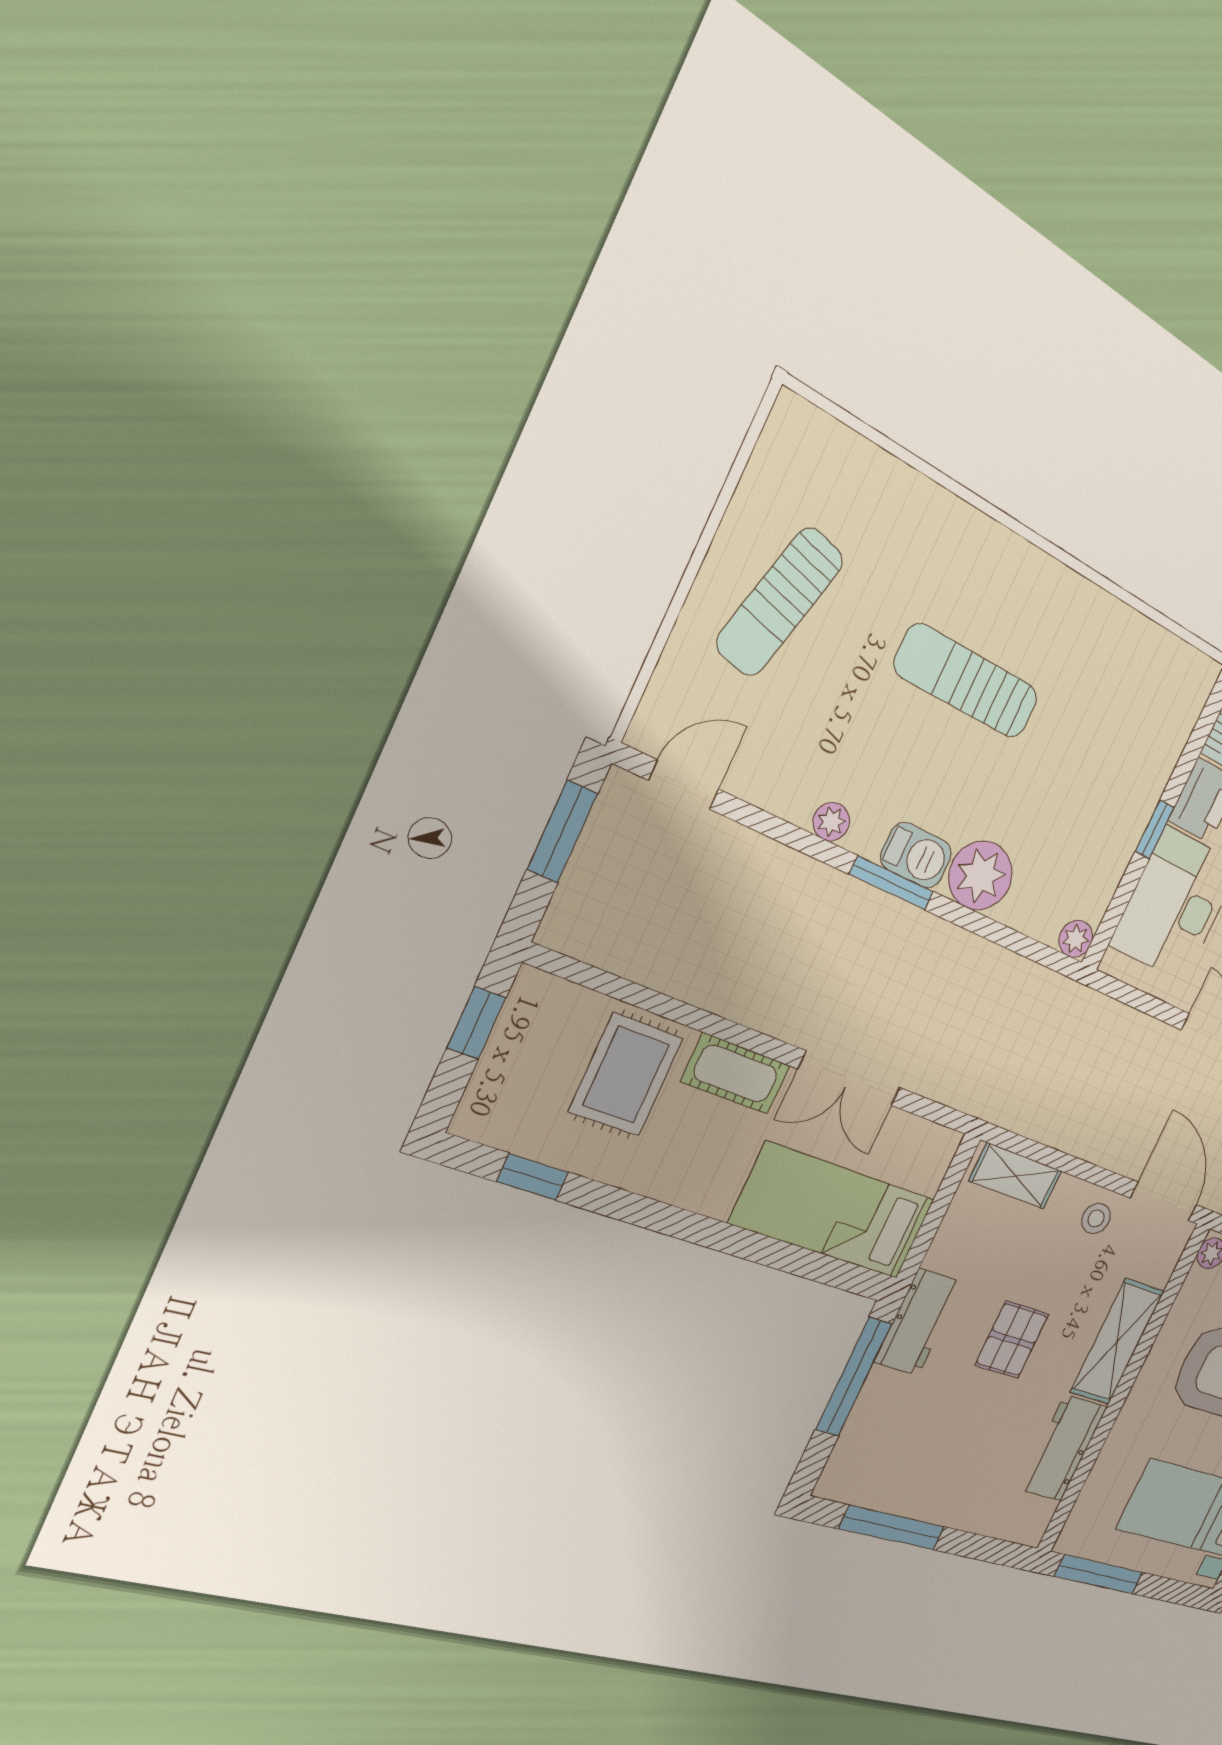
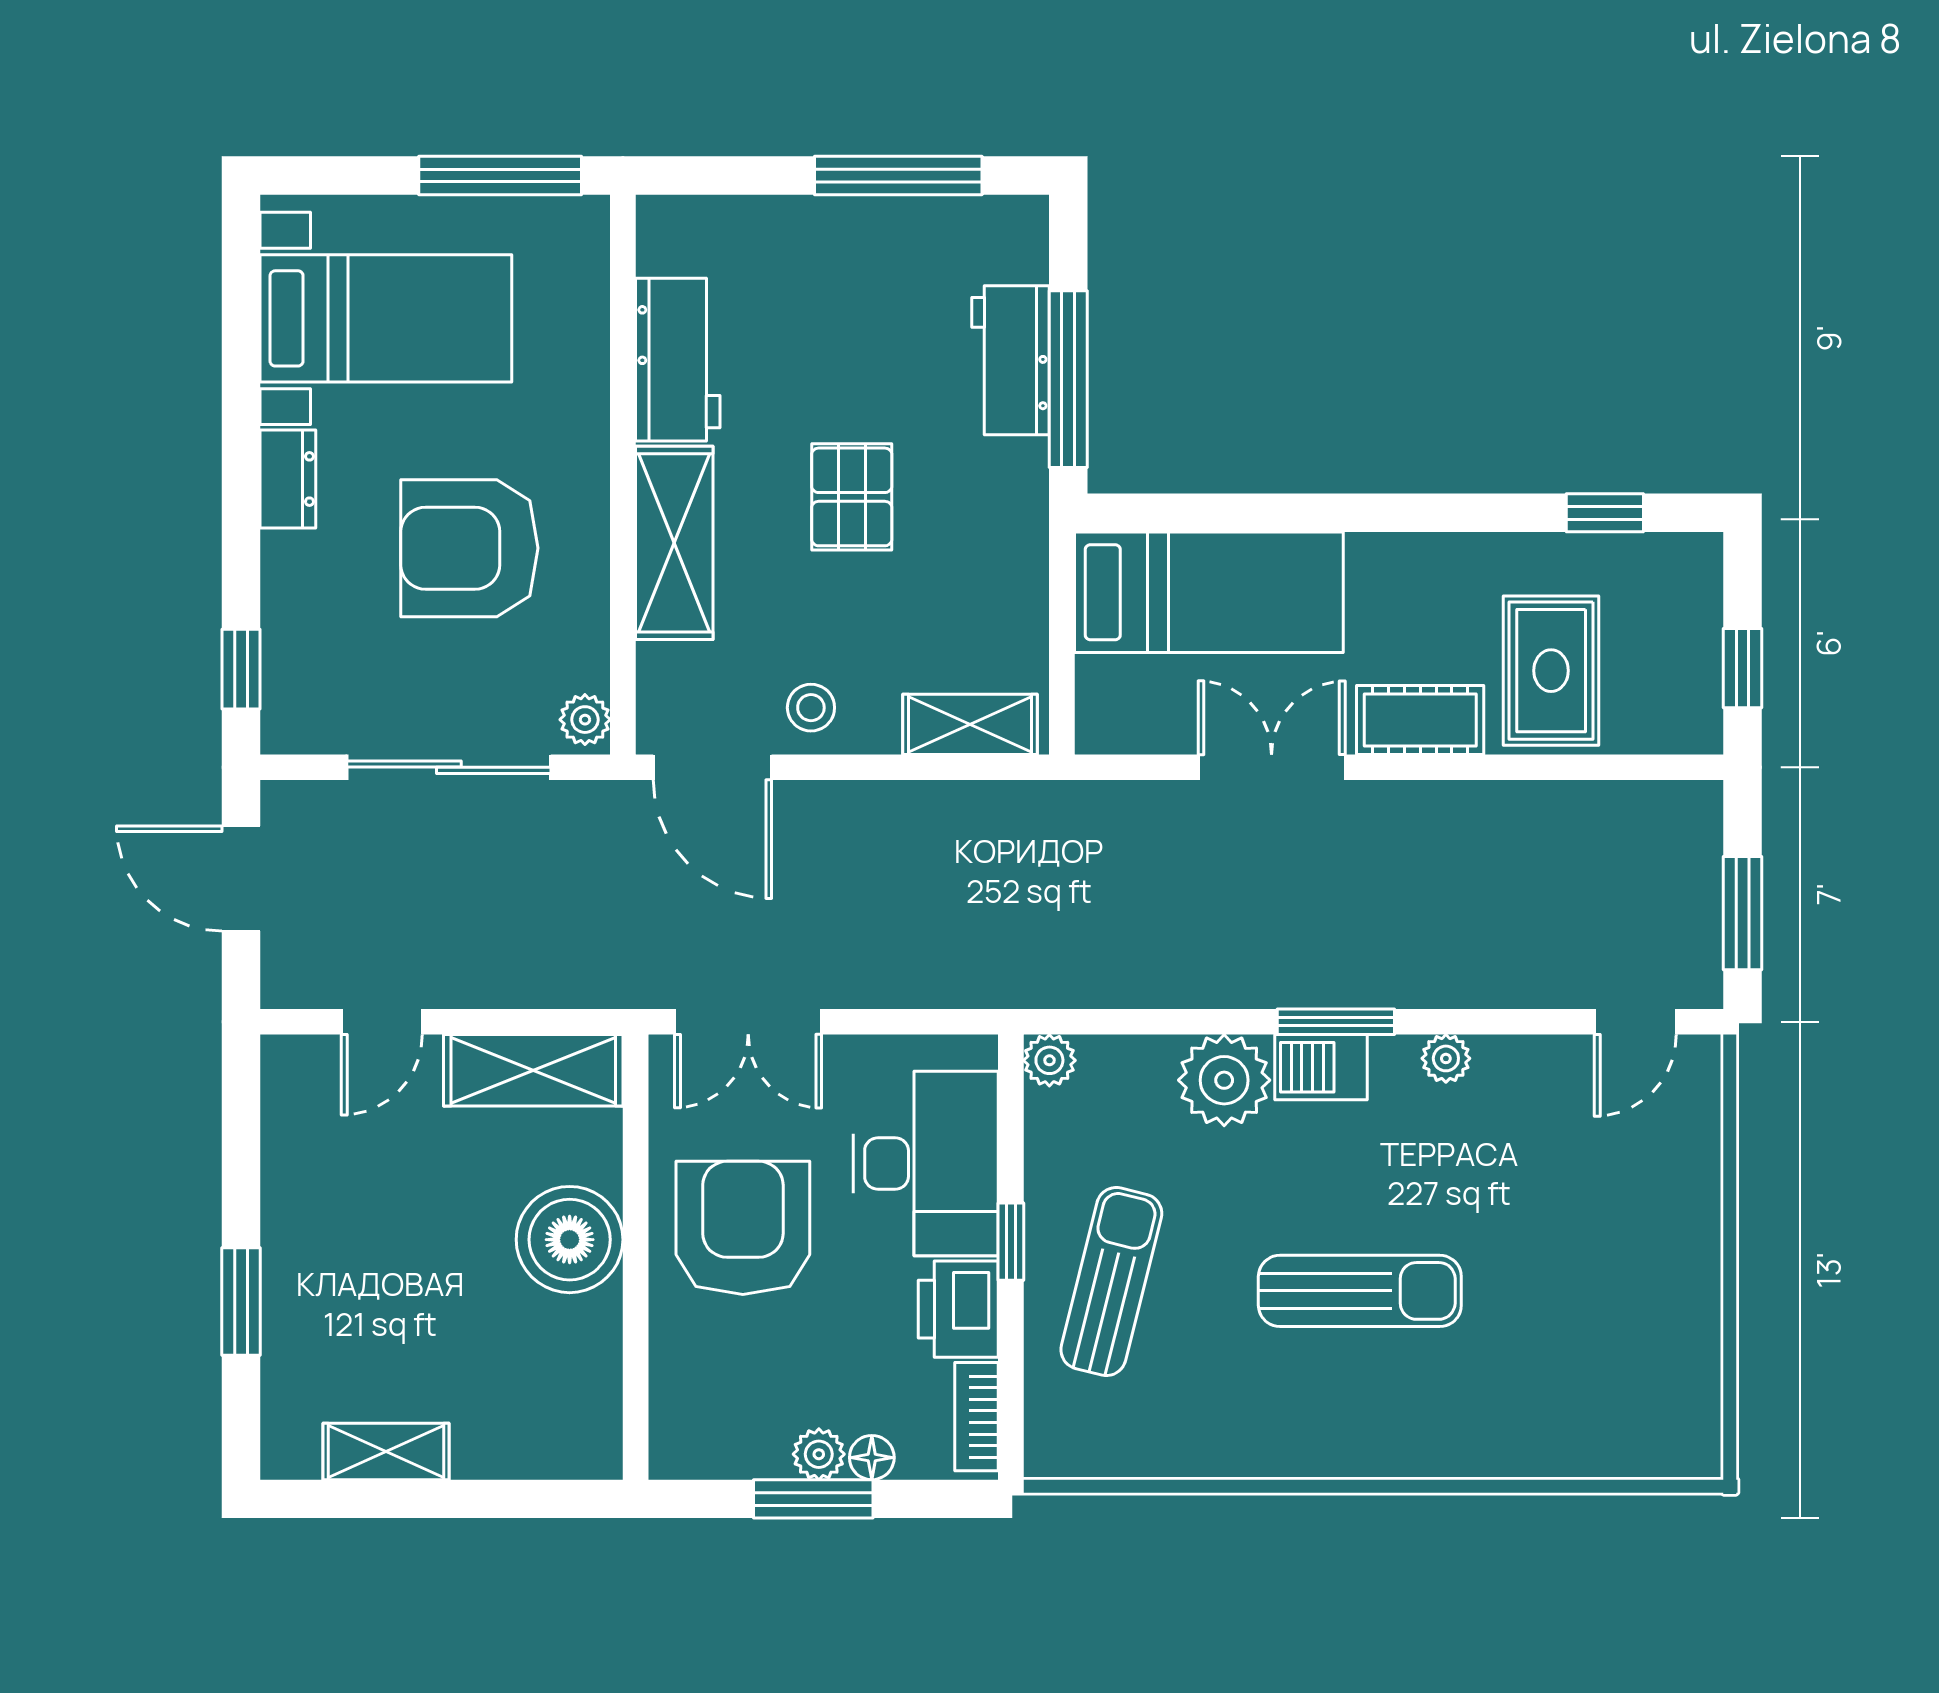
sun lounger: (780, 602) -> (1111, 1282), moved
workbench: (919, 1322) -> (1011, 360), moved

